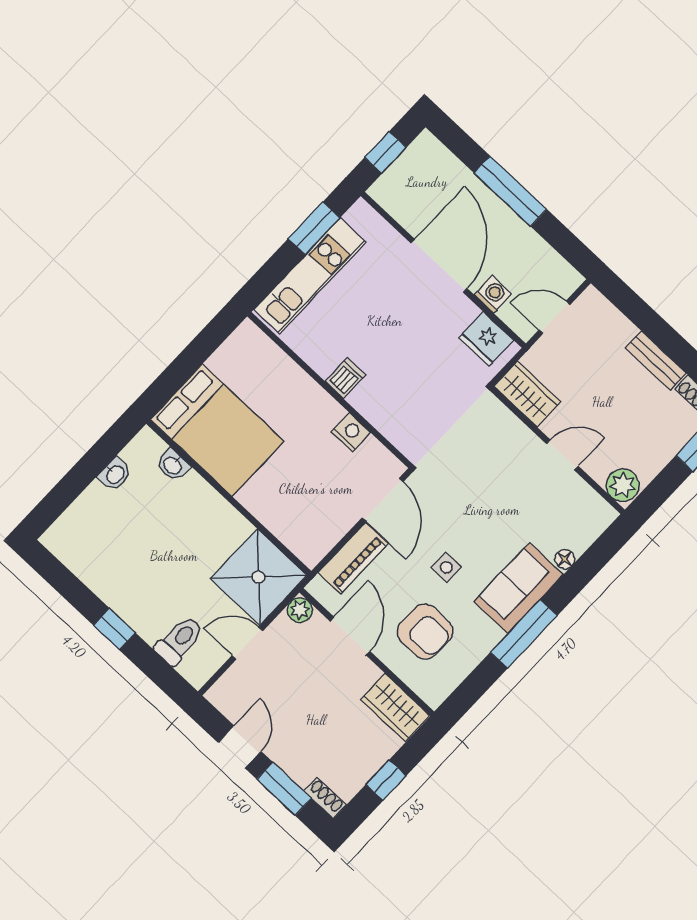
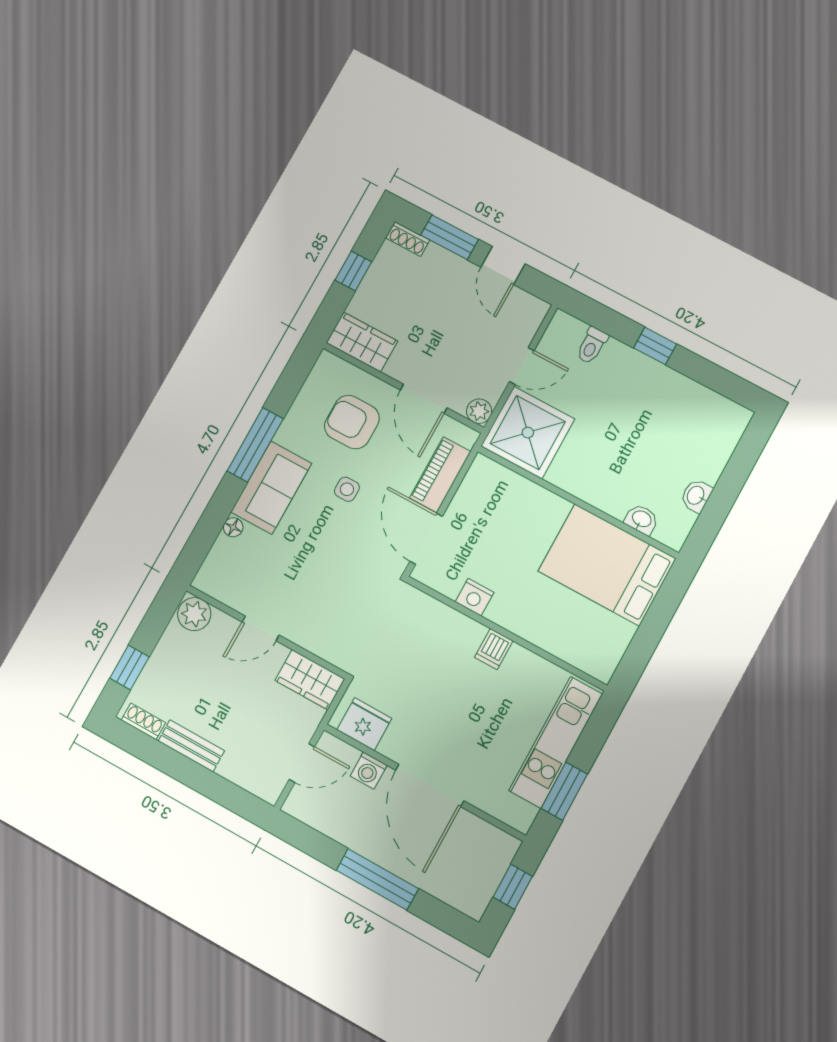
toilet: (179, 640) -> (592, 345), width x0.73, depth x0.72

